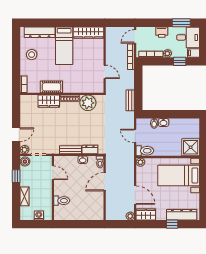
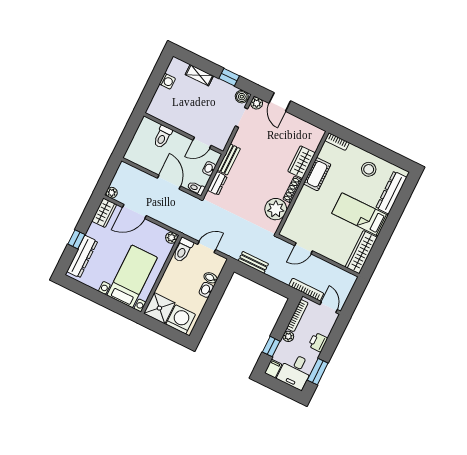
washing machine: (191, 130) -> (181, 319), added
door: (53, 173) -> (202, 143), moved
wall: (53, 188) -> (183, 134), moved
toilet: (62, 201) -> (163, 137), moved

